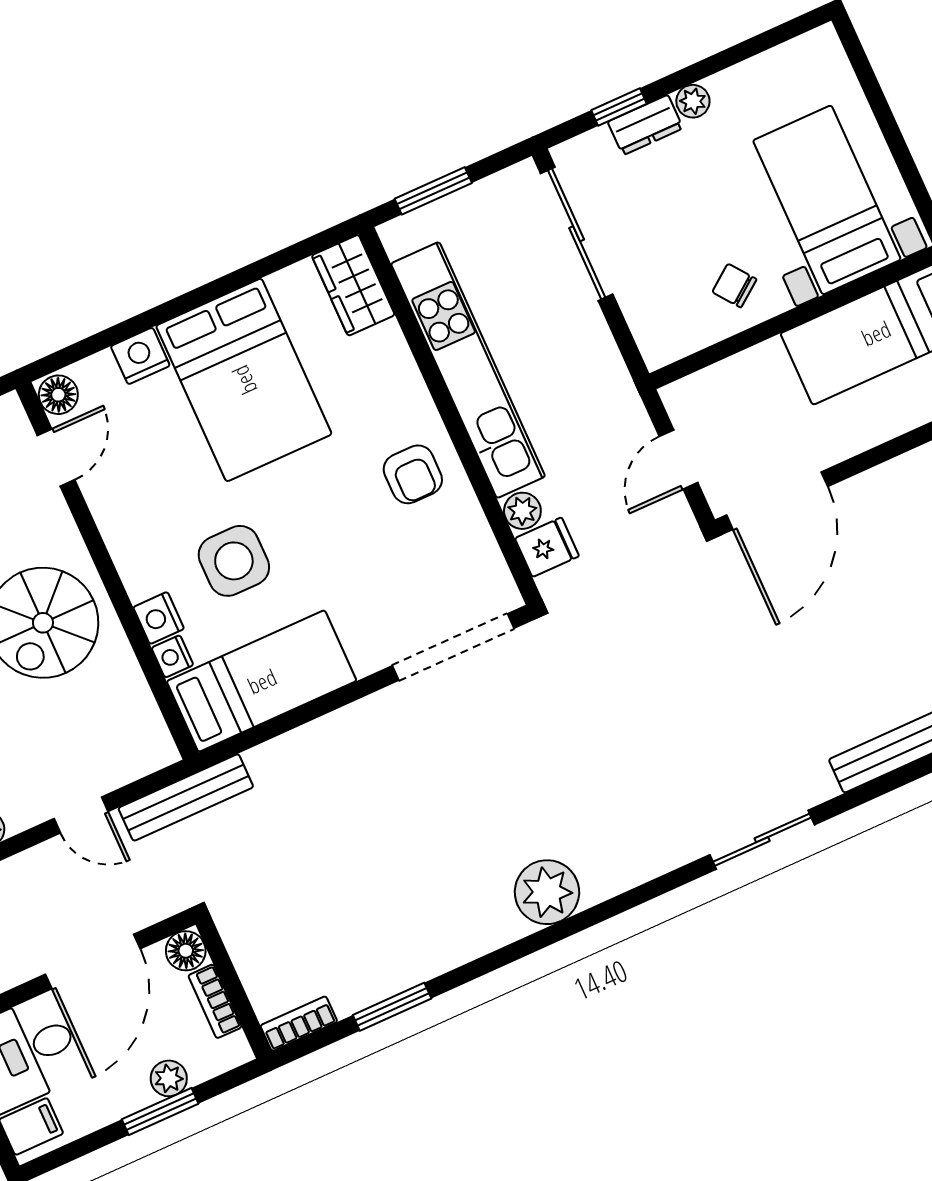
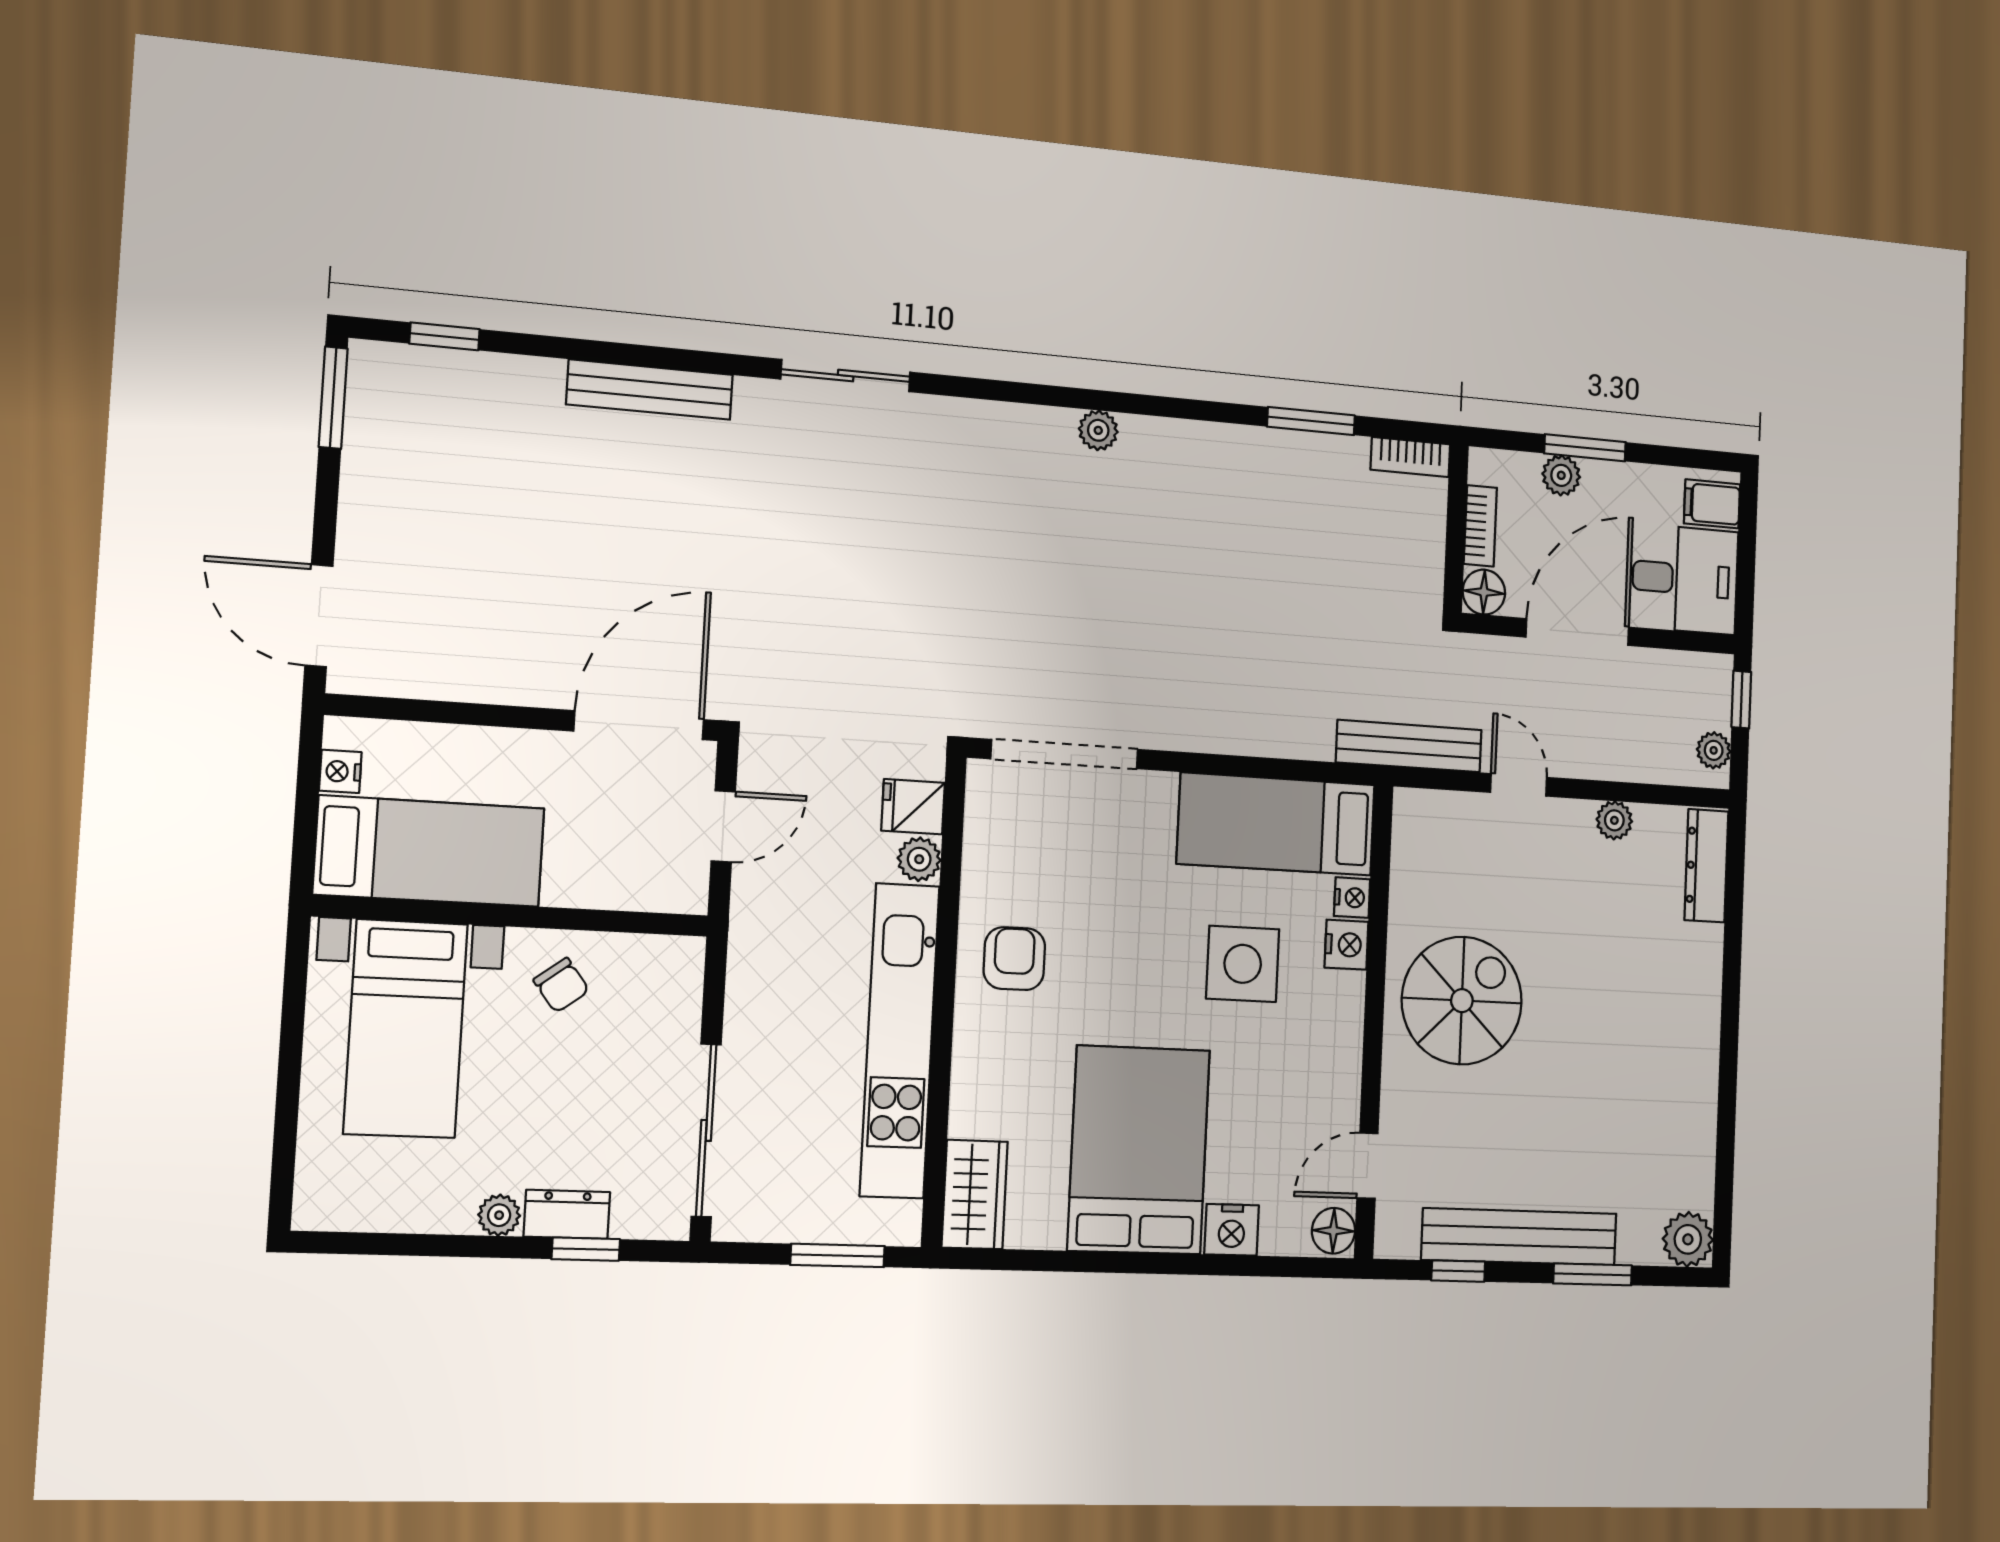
plant: (547, 892) -> (1098, 430), width x0.53, depth x0.53

